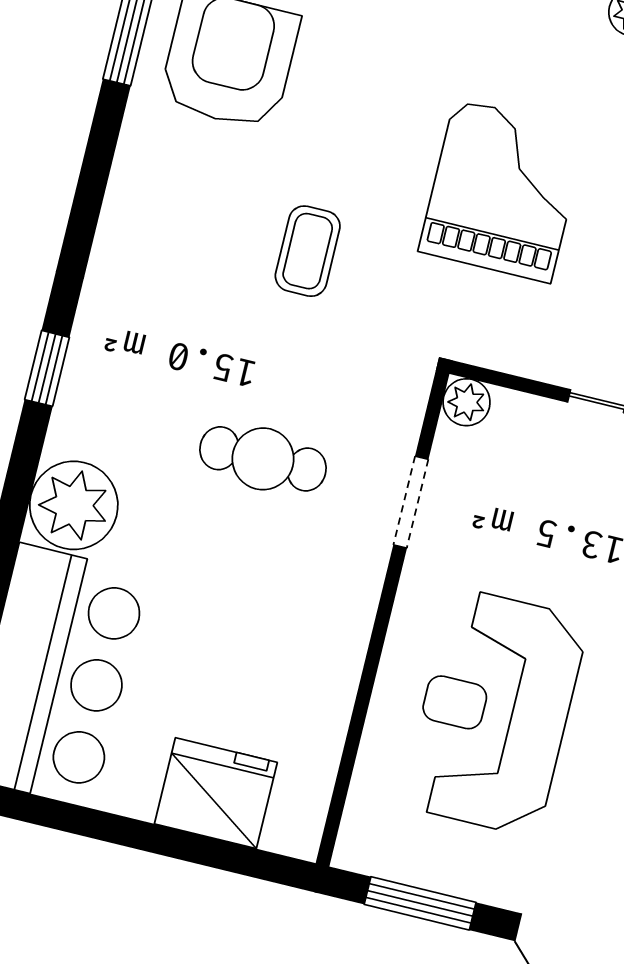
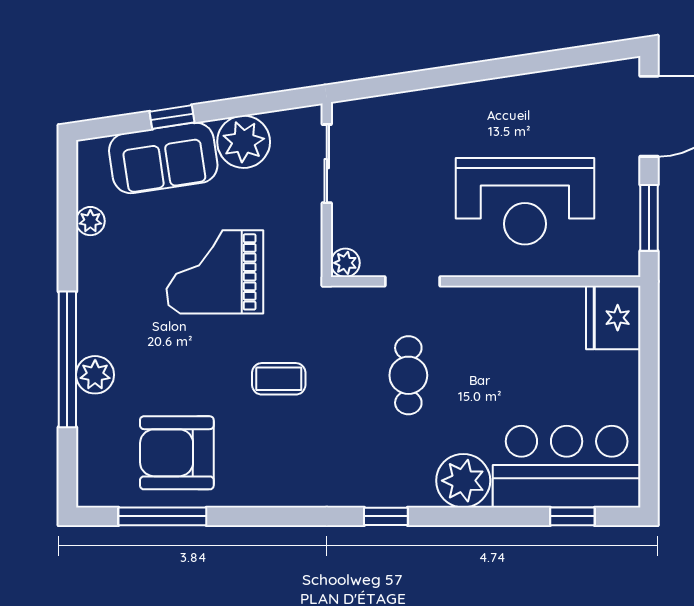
fridge: (216, 793) -> (613, 318), moved

